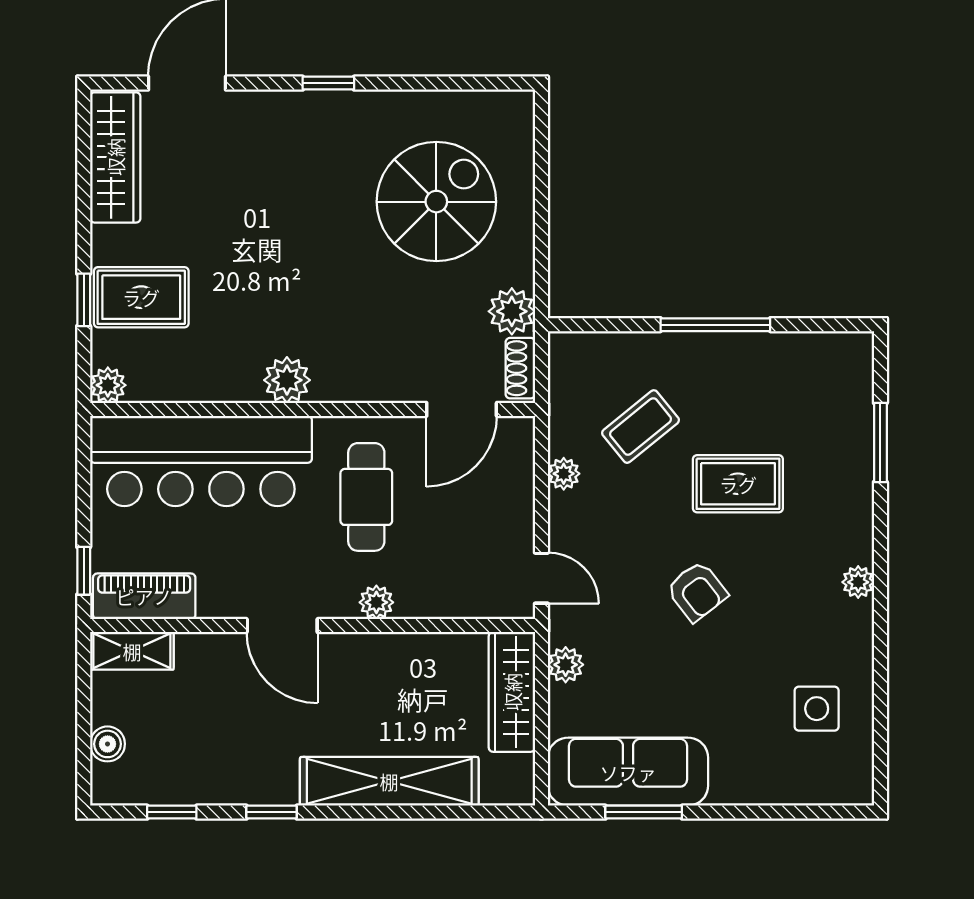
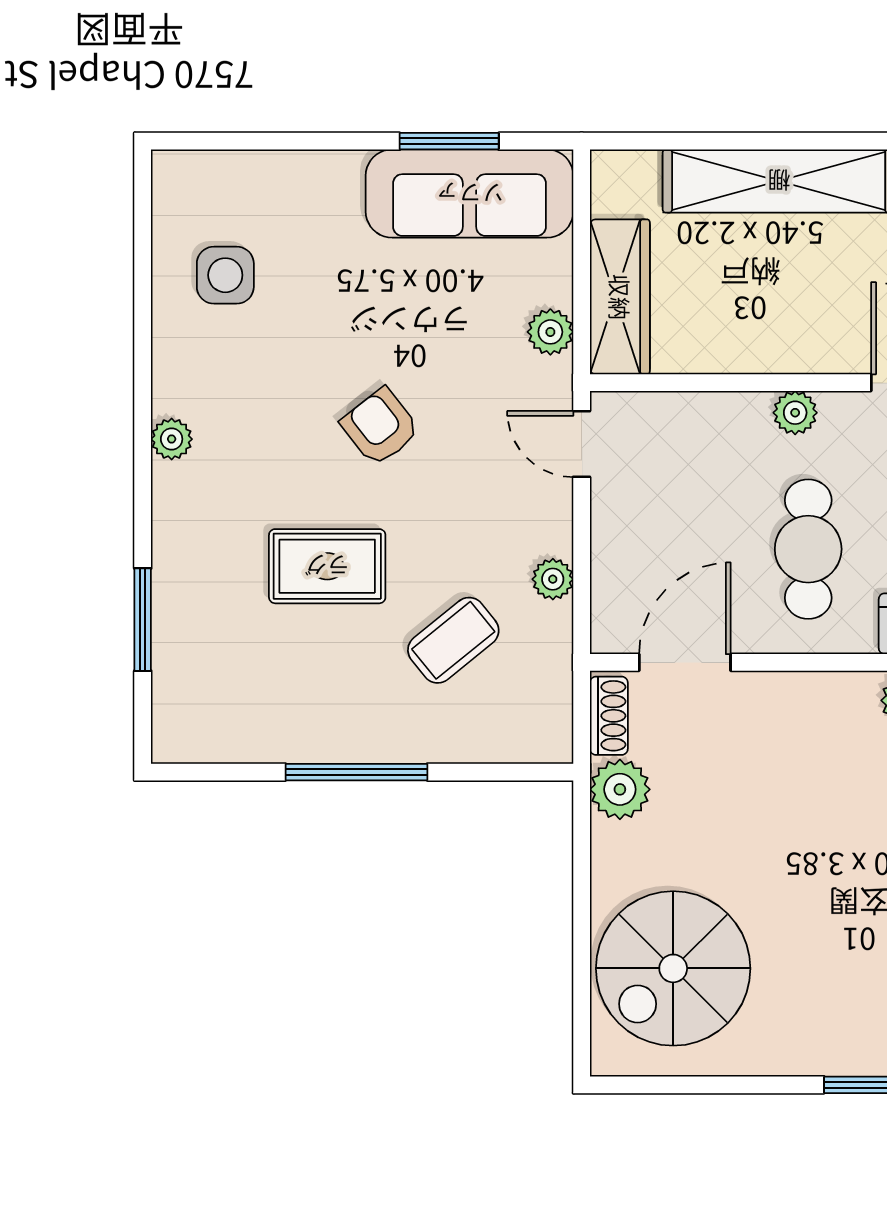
spiral stairs: (436, 202) -> (673, 968), moved

